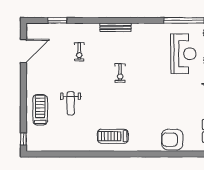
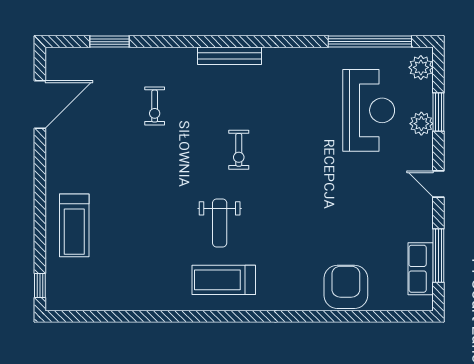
weight bench: (71, 103) -> (220, 223), moved
treadmill: (40, 110) -> (74, 225), turned 180
armchair: (172, 140) -> (346, 287), turned 90

